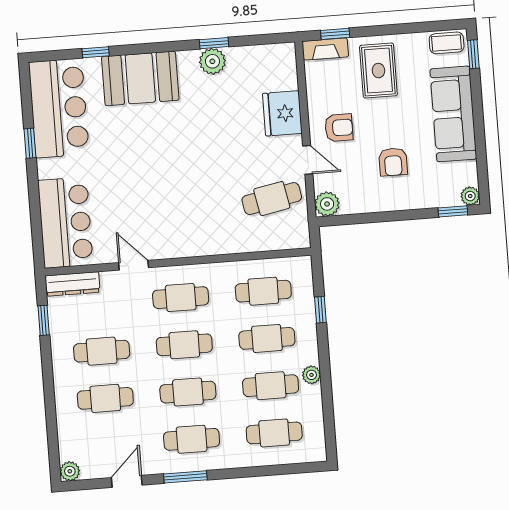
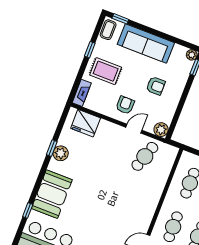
window: (335, 34) -> (90, 50), moved
fridge: (282, 113) -> (86, 123), moved
cafe table: (272, 199) -> (145, 156), turned 30

